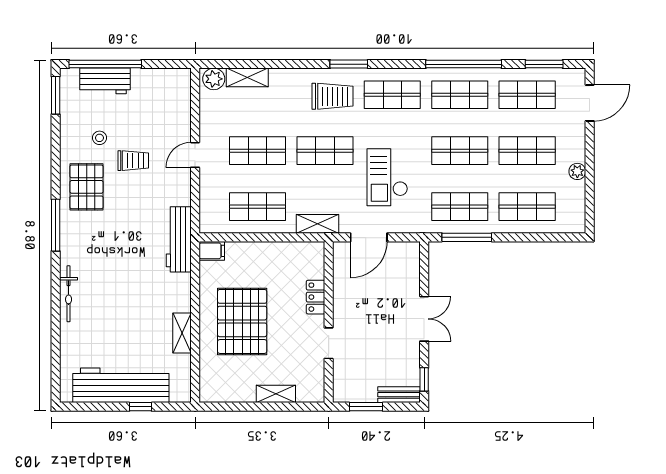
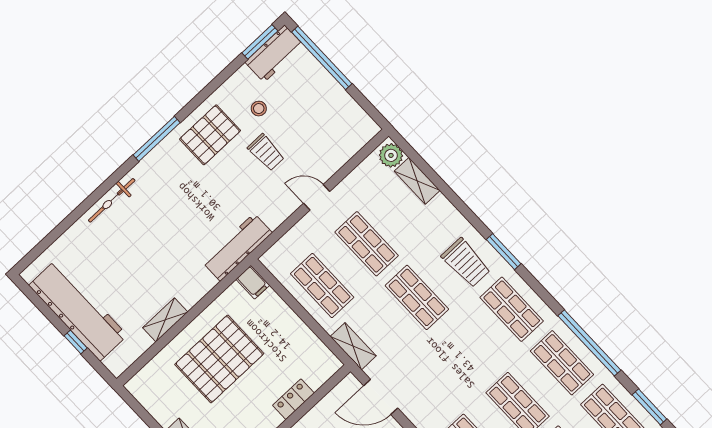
workbench: (105, 81) -> (274, 54), moved, turned -90
checkout: (387, 177) -> (442, 367), removed

